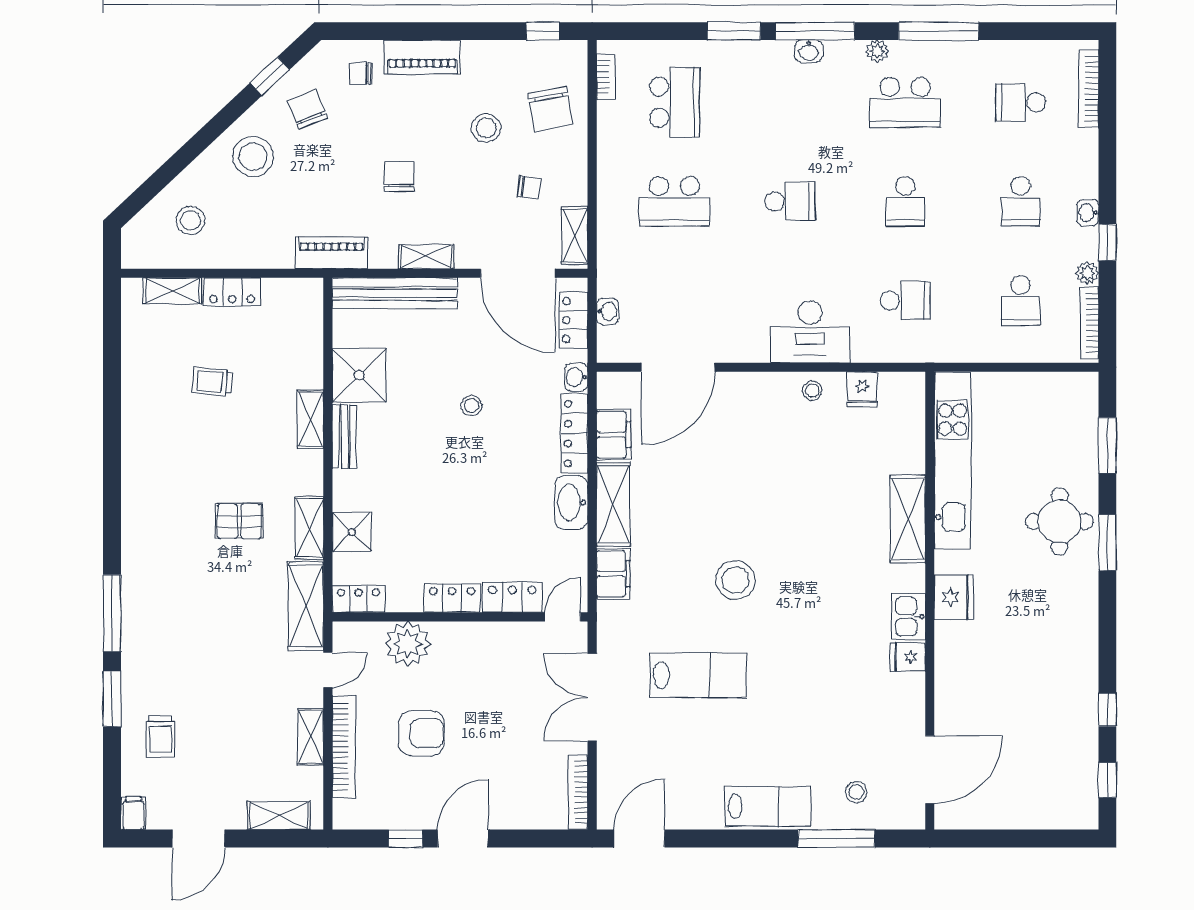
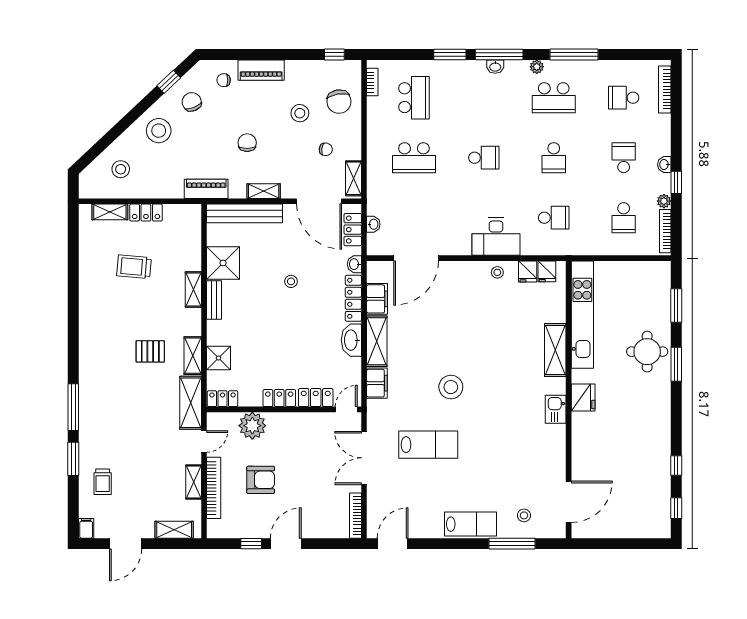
school desk: (1021, 201) -> (624, 158), turned 180
trolley: (212, 381) -> (134, 267), width x1.36, depth x1.39
fridge: (908, 657) -> (547, 271), moved, turned -90

